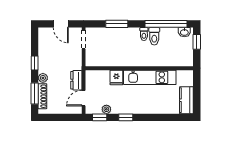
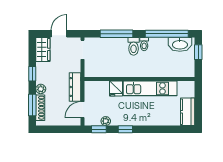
door: (61, 24) -> (59, 34), swing flipped
window: (117, 24) -> (116, 34), width x1.44
washbasin: (184, 32) -> (180, 44), width x1.91, depth x1.45
toilet: (154, 36) -> (134, 46), moved
wardrobe: (45, 39) -> (43, 49), added
dresser: (76, 80) -> (75, 87), width x1.44

